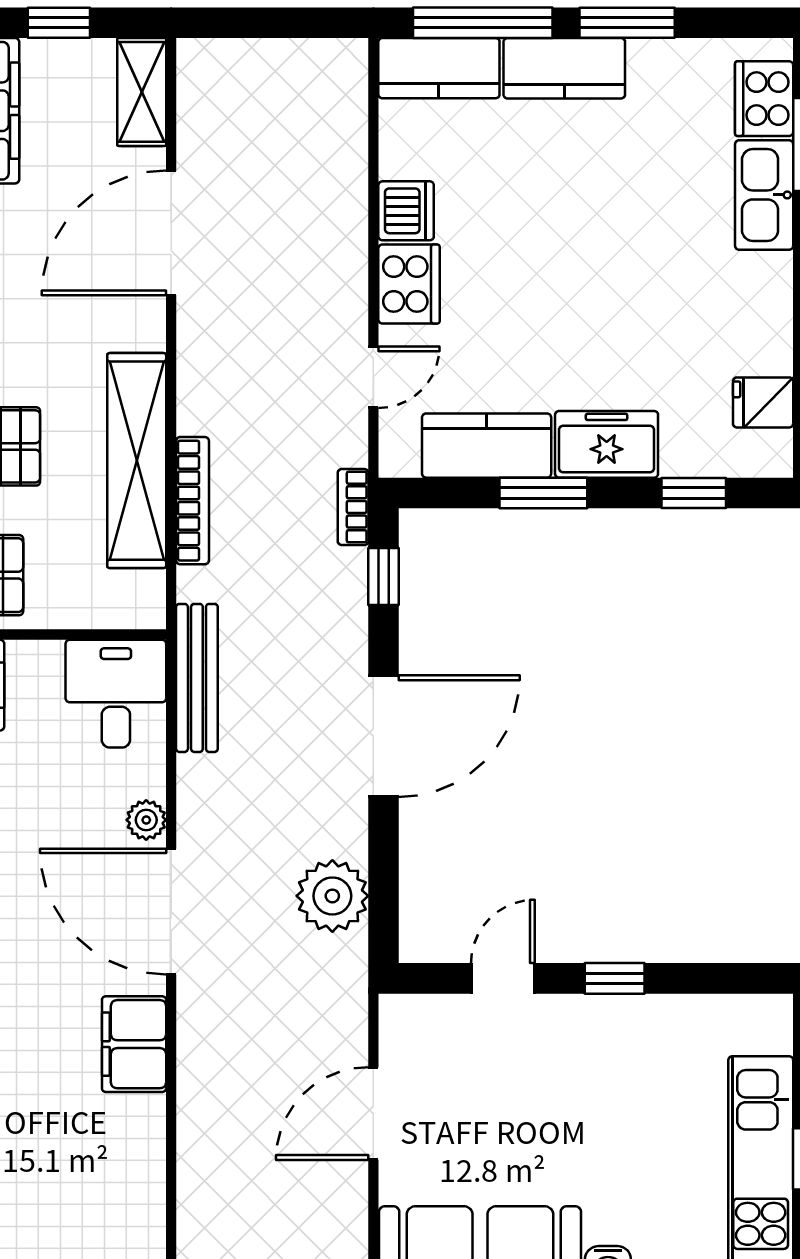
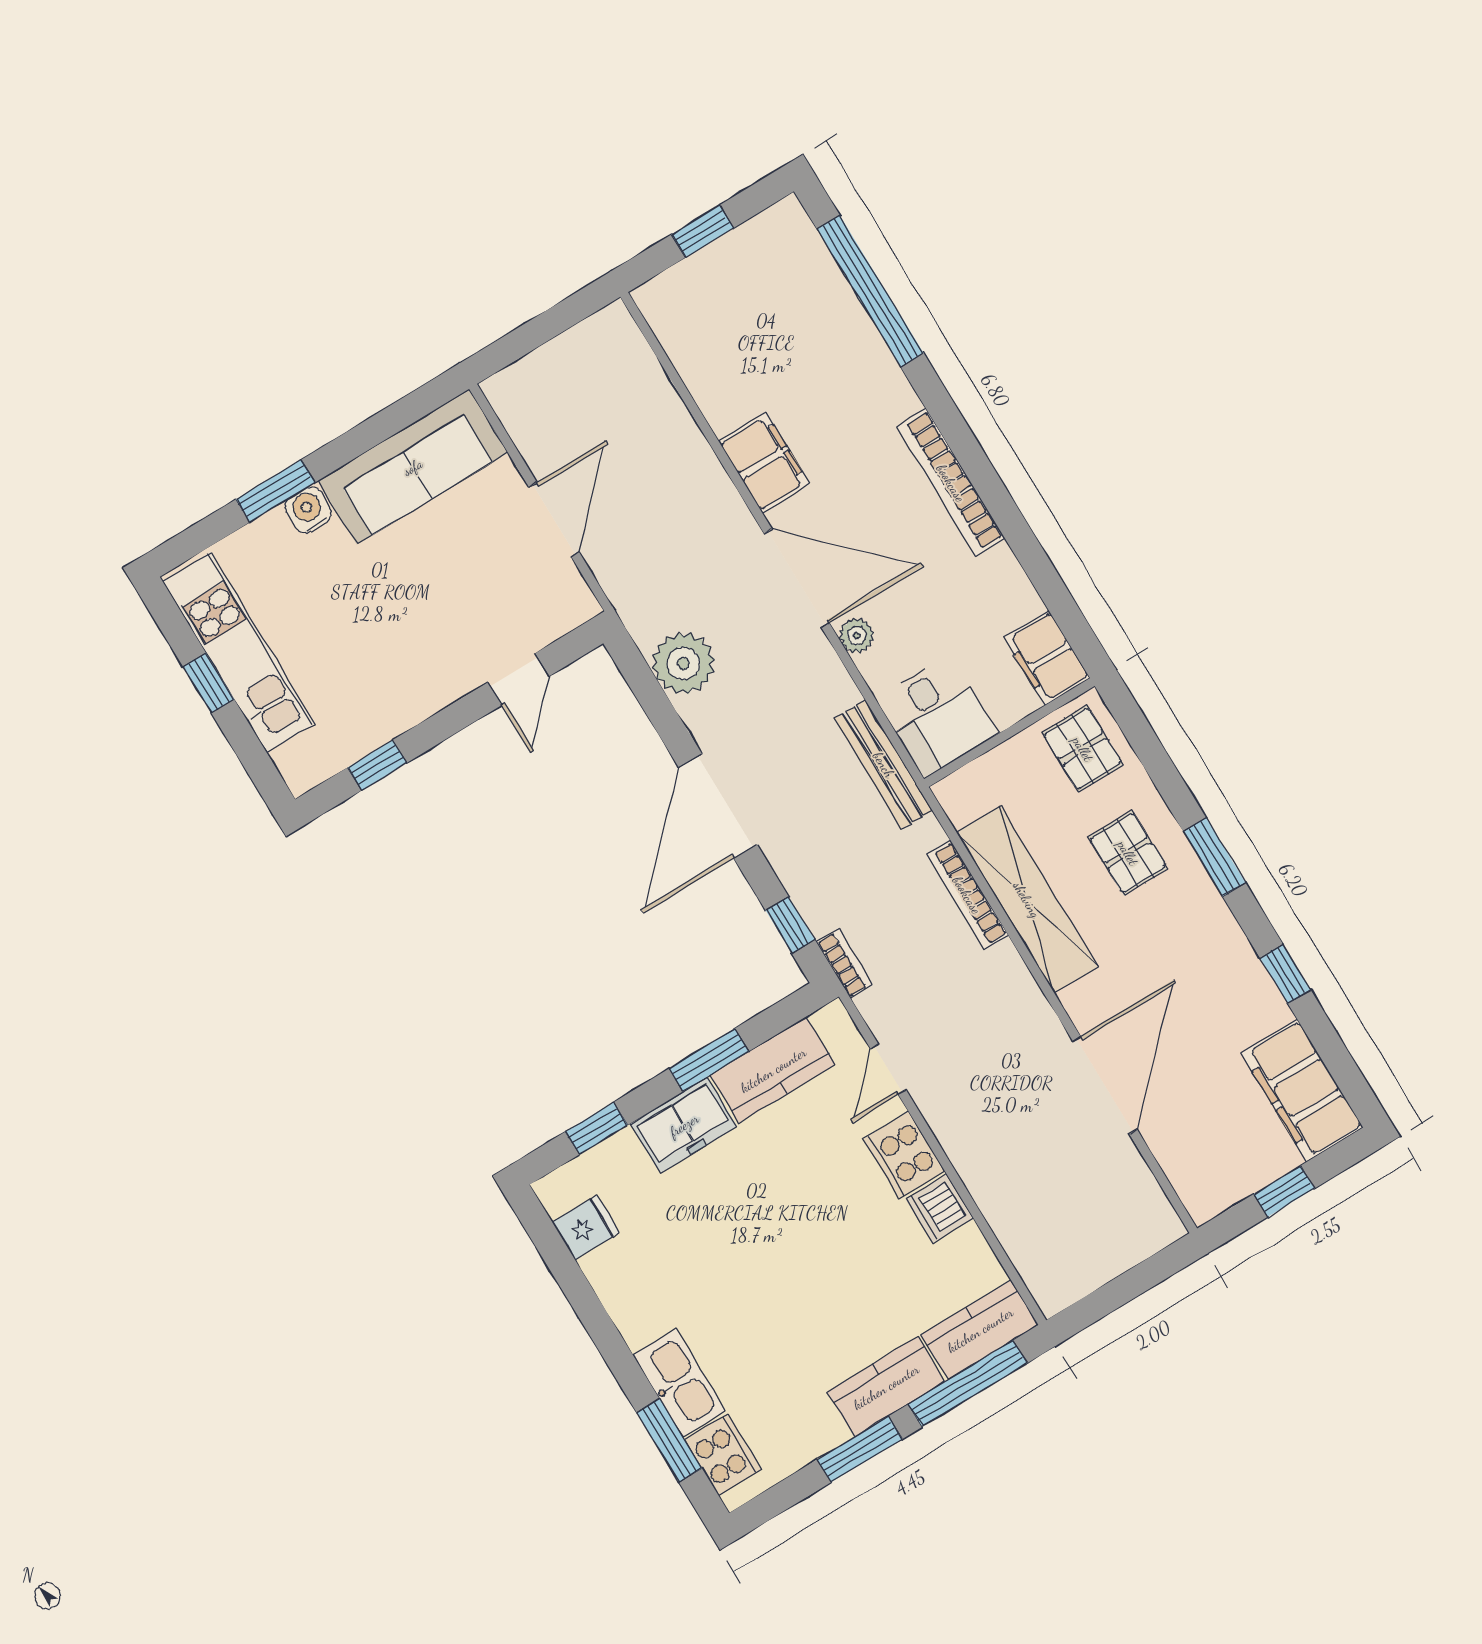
shelving: (142, 92) -> (1191, 1177), removed
window: (615, 978) -> (377, 765), moved

